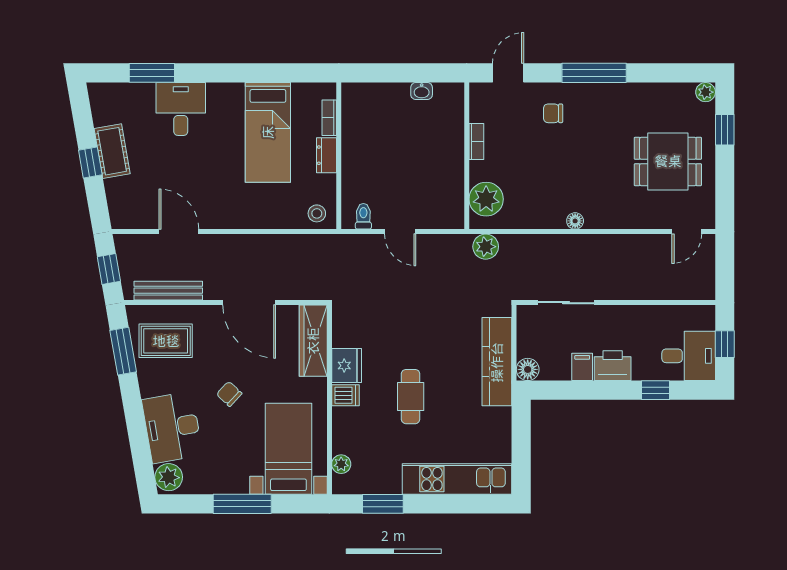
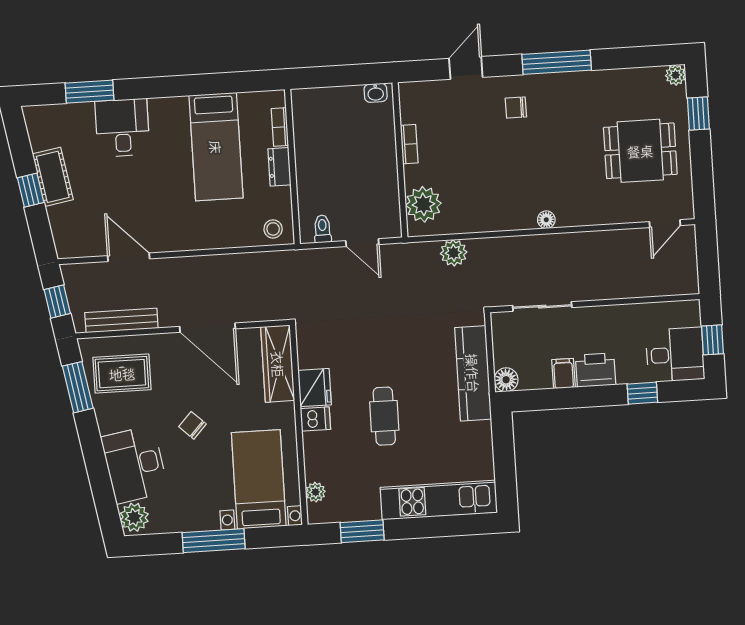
bookcase: (476, 141) -> (409, 144), moved
wall: (467, 156) -> (400, 160), moved
plant: (486, 199) -> (423, 204), moved

